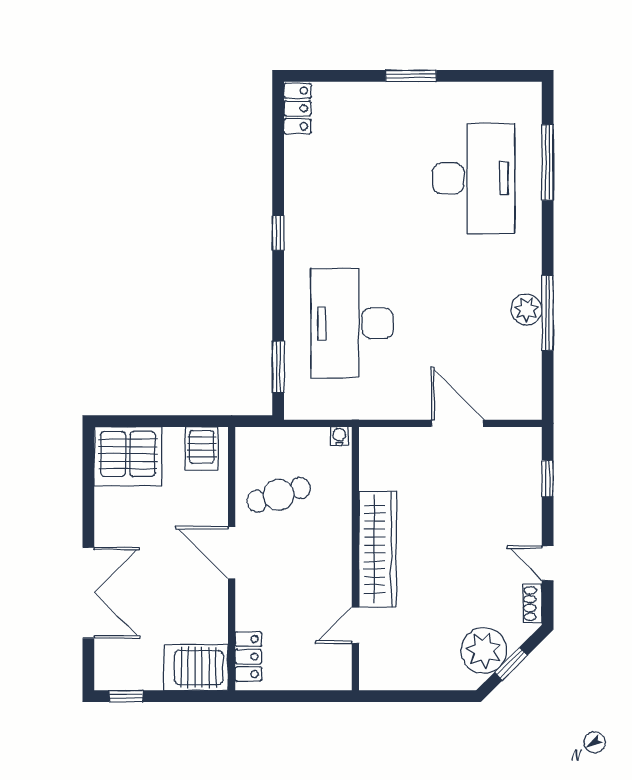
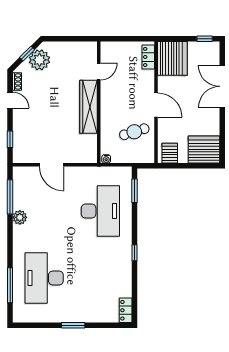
window: (548, 313) -> (10, 197), moved
server rack: (196, 667) -> (172, 58), width x1.60

